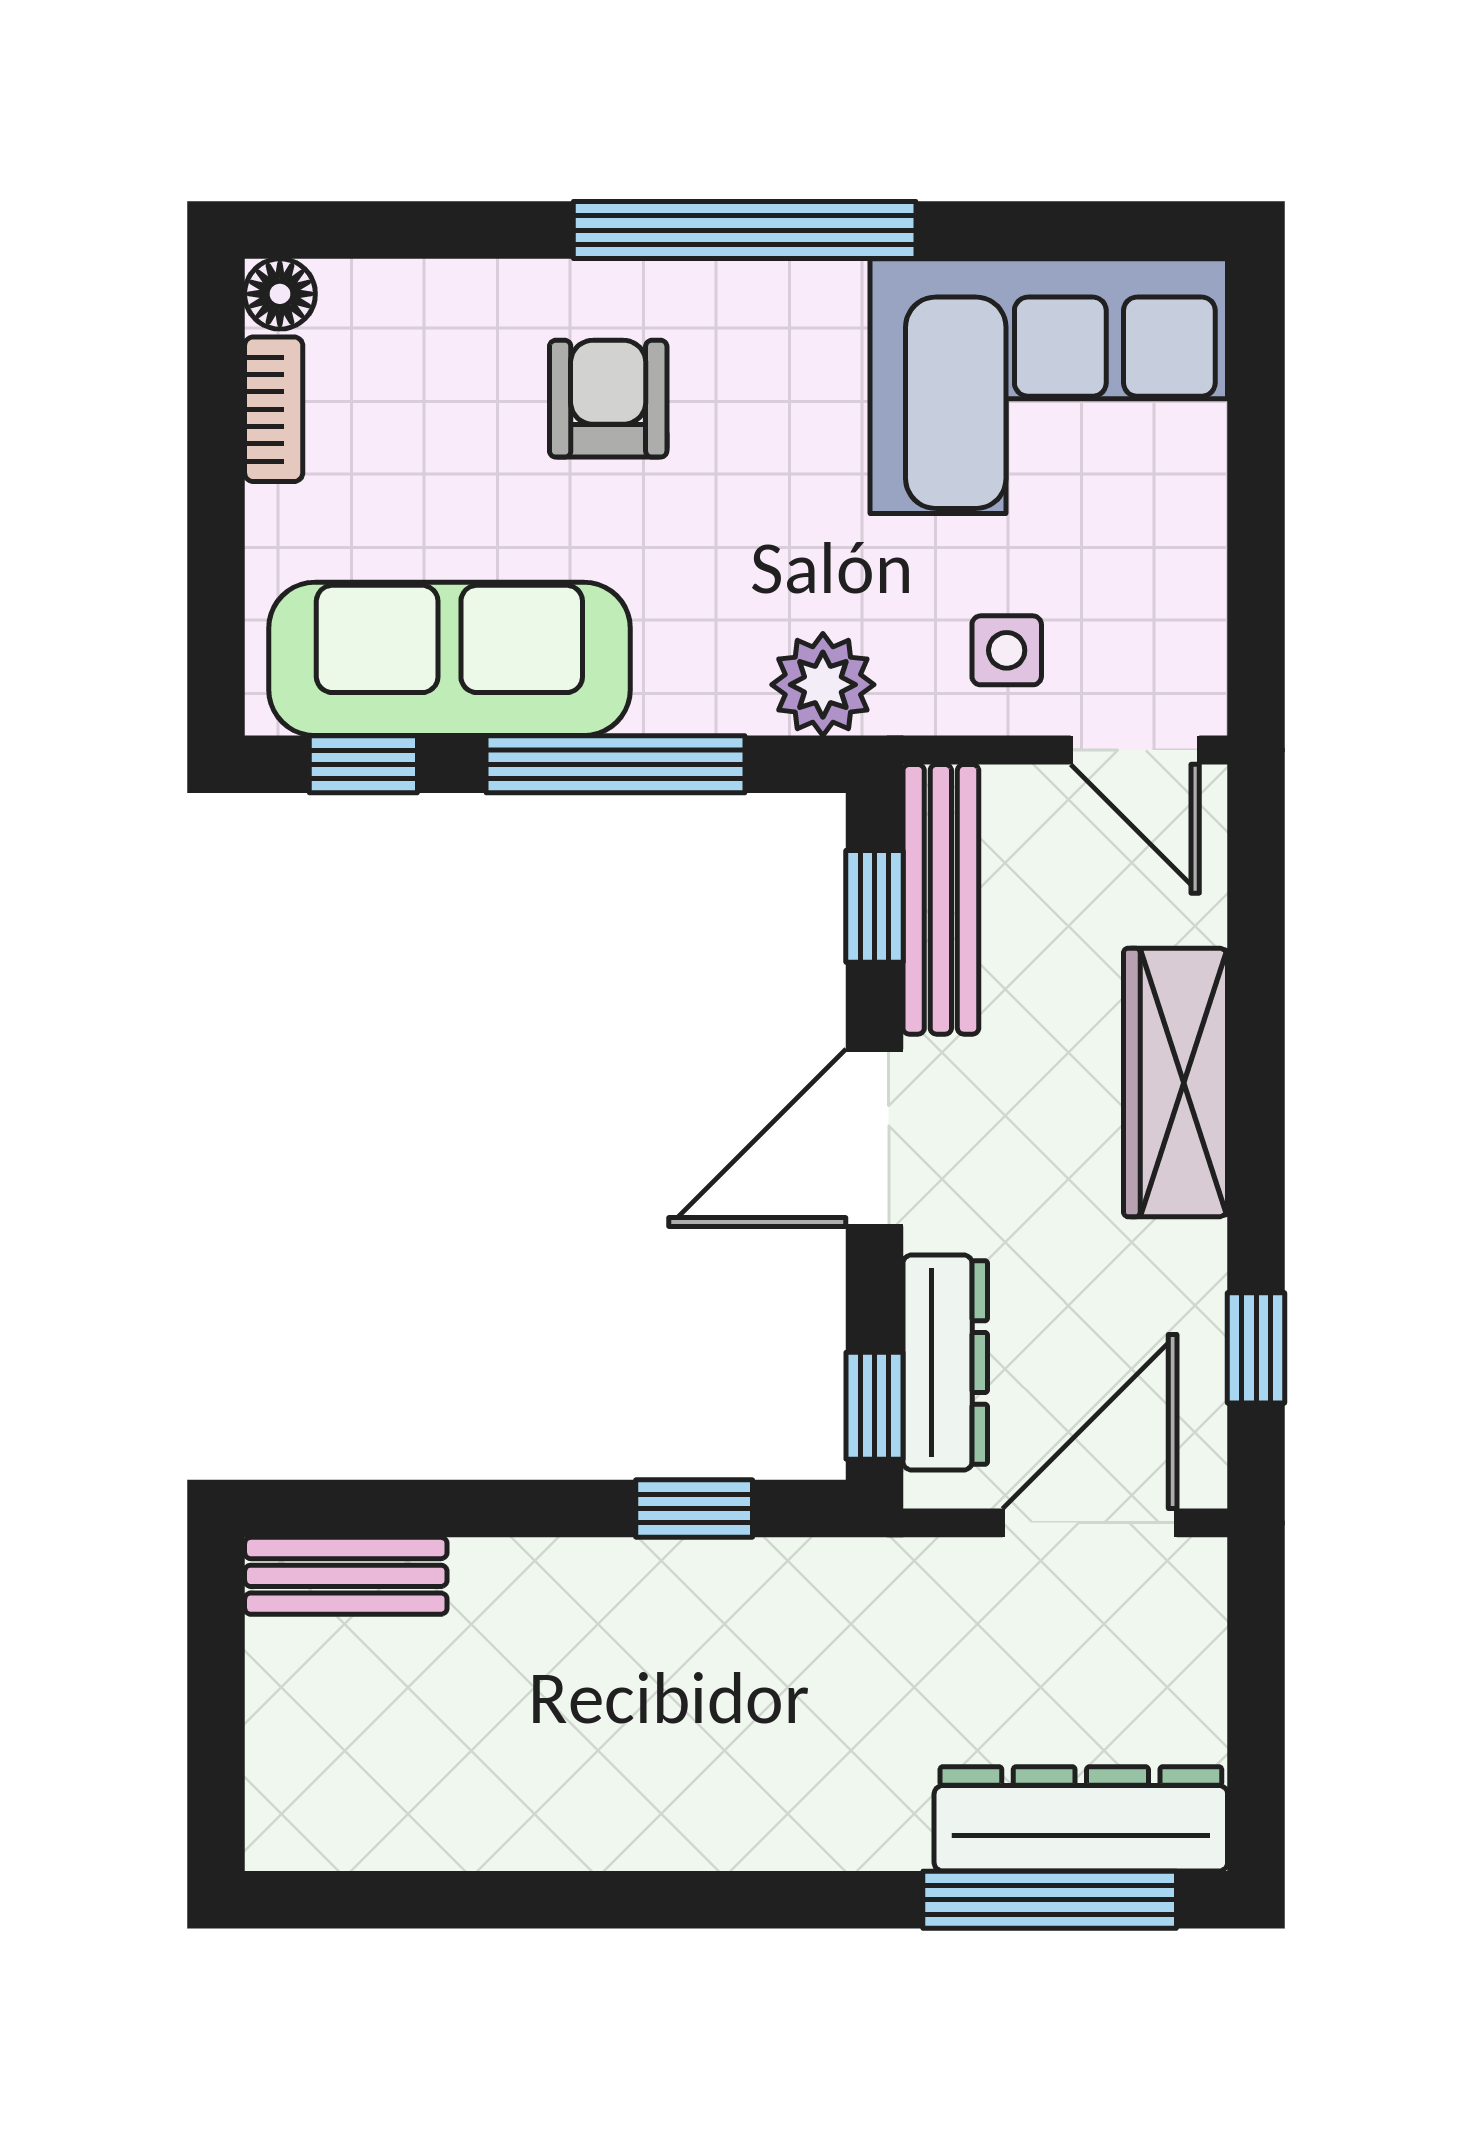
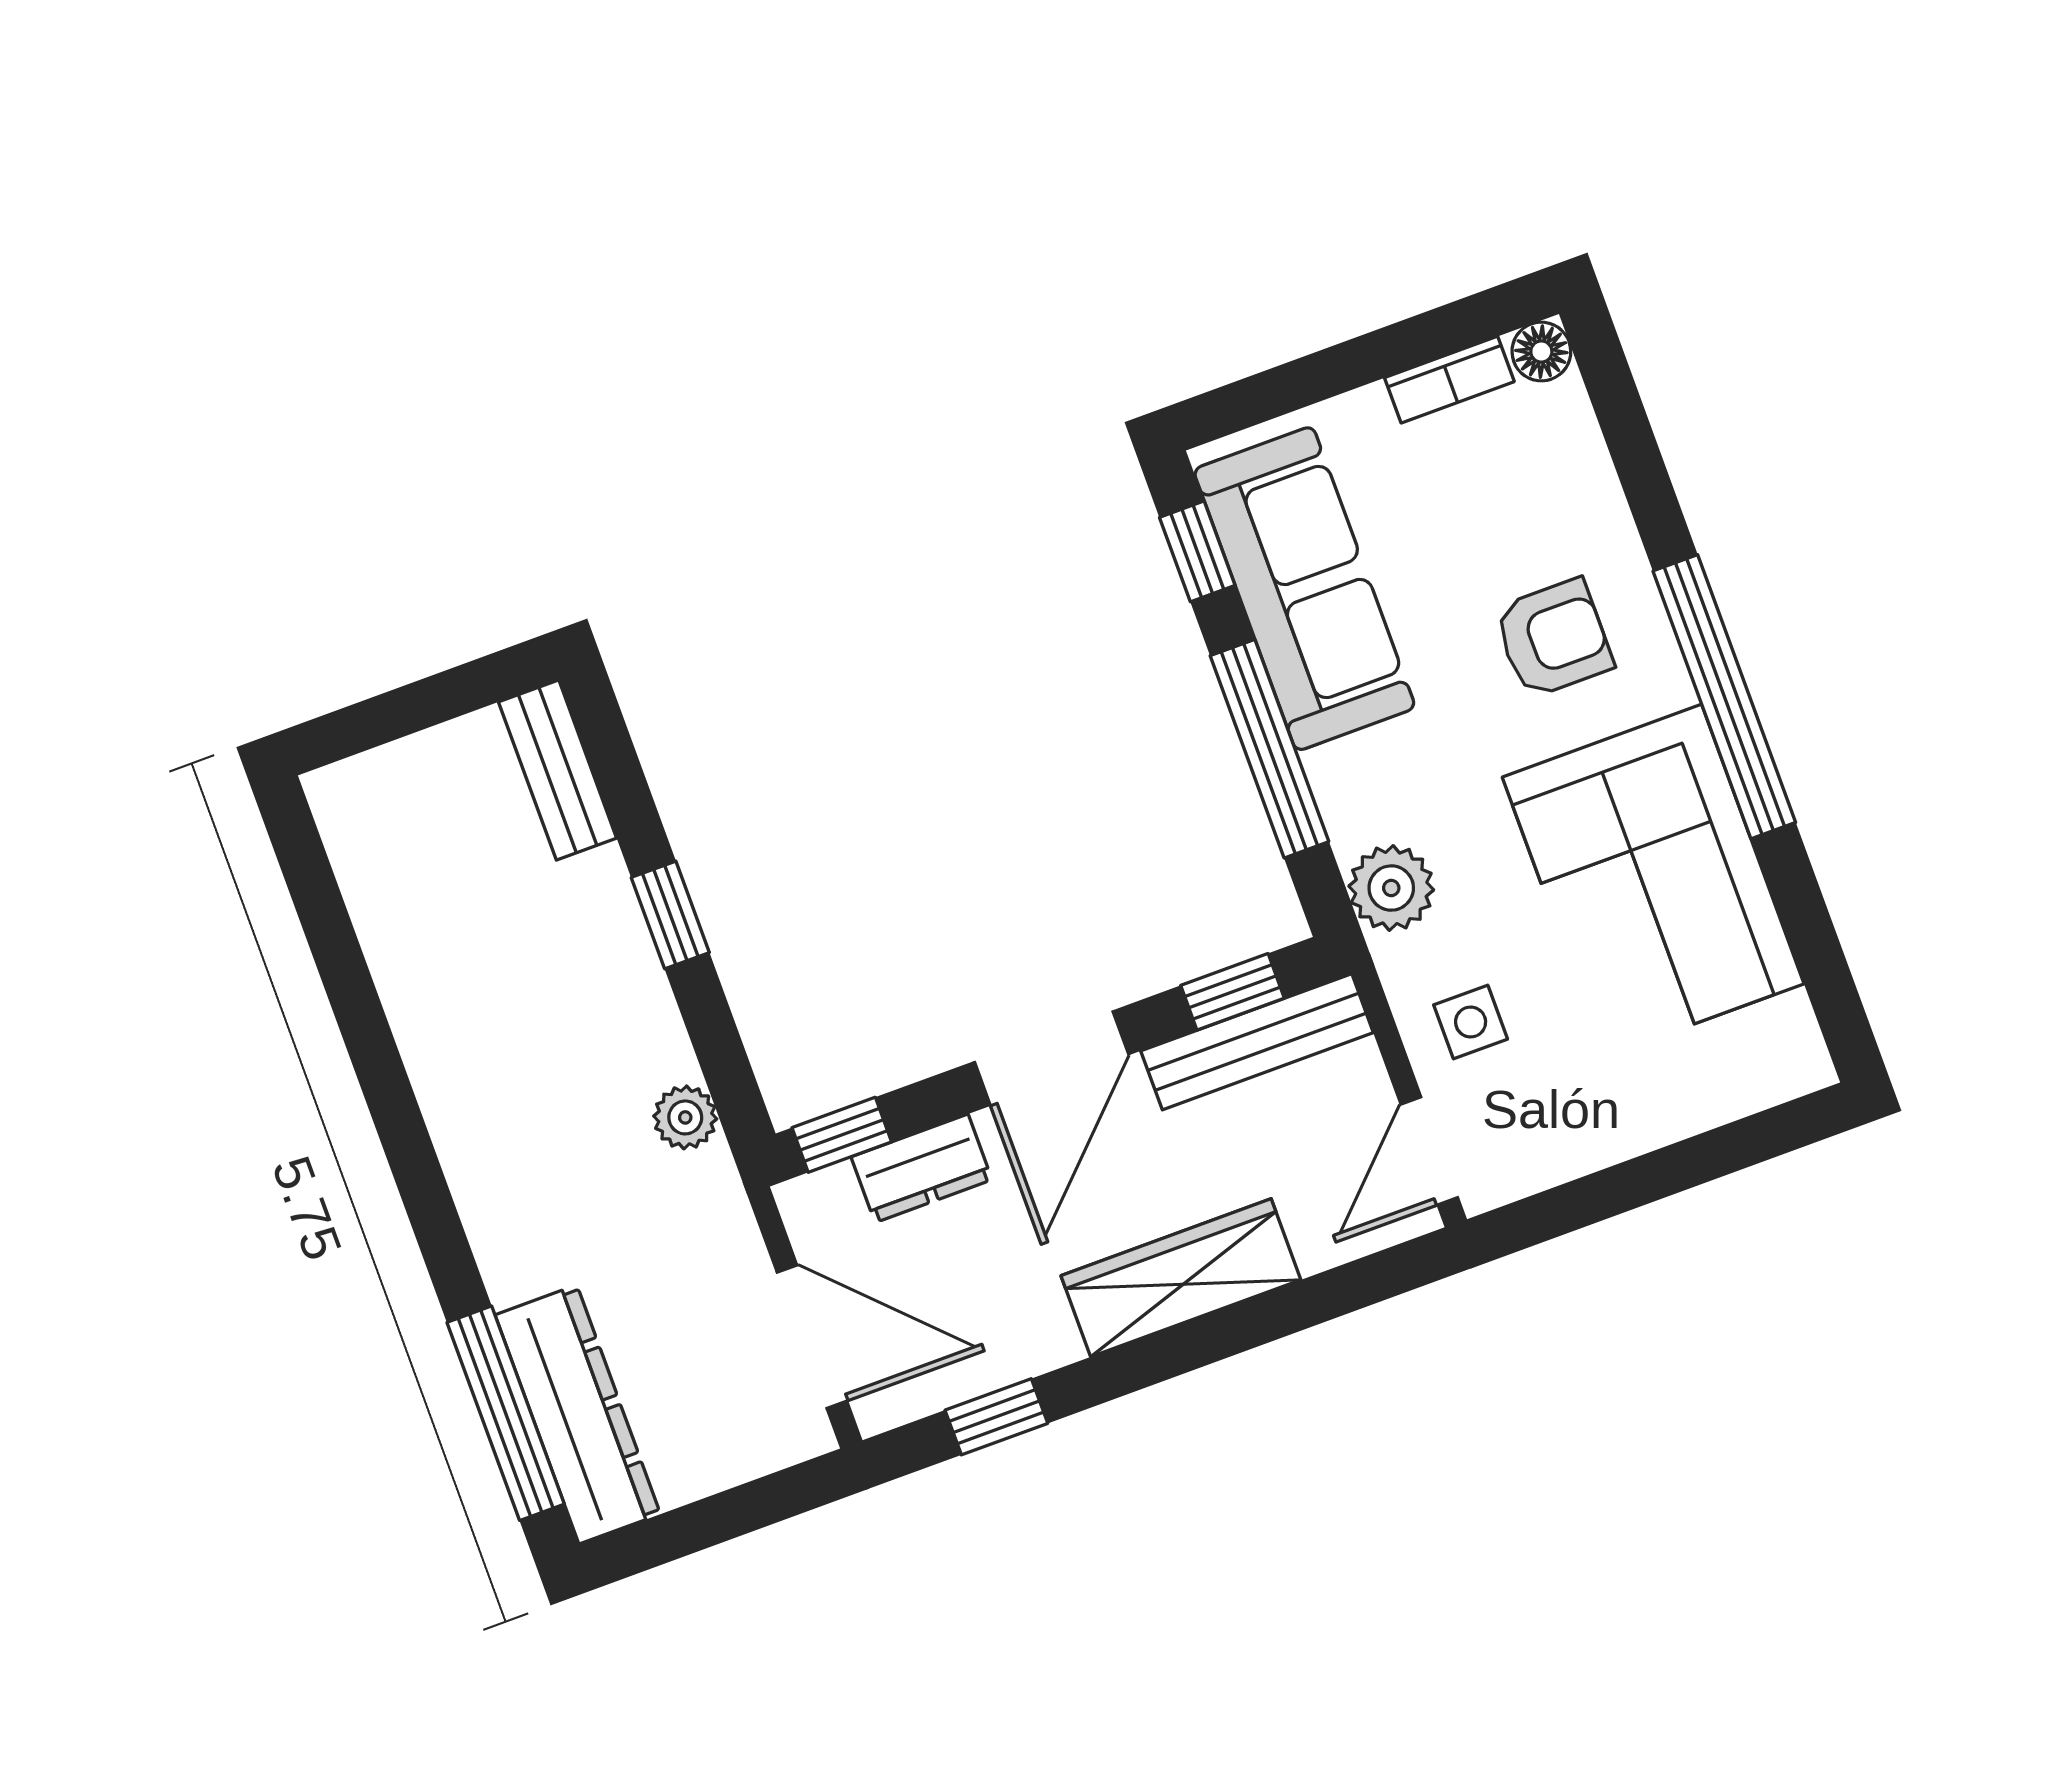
corner sofa: (1049, 386) -> (1653, 880), moved
door: (874, 1138) -> (1052, 1058), swing flipped
dresser: (945, 1363) -> (922, 1168), width x0.70
window: (694, 1509) -> (670, 915), moved
plant: (790, 1575) -> (685, 1117), added

